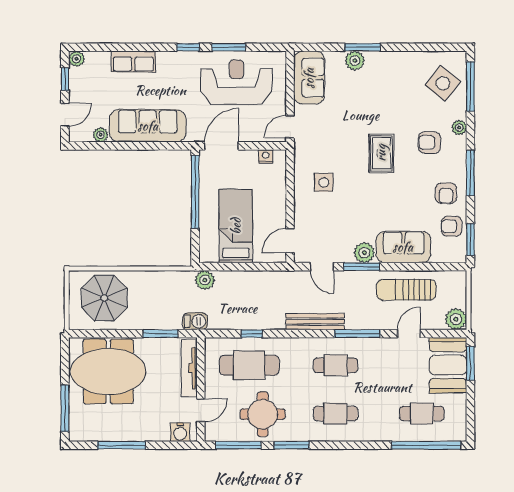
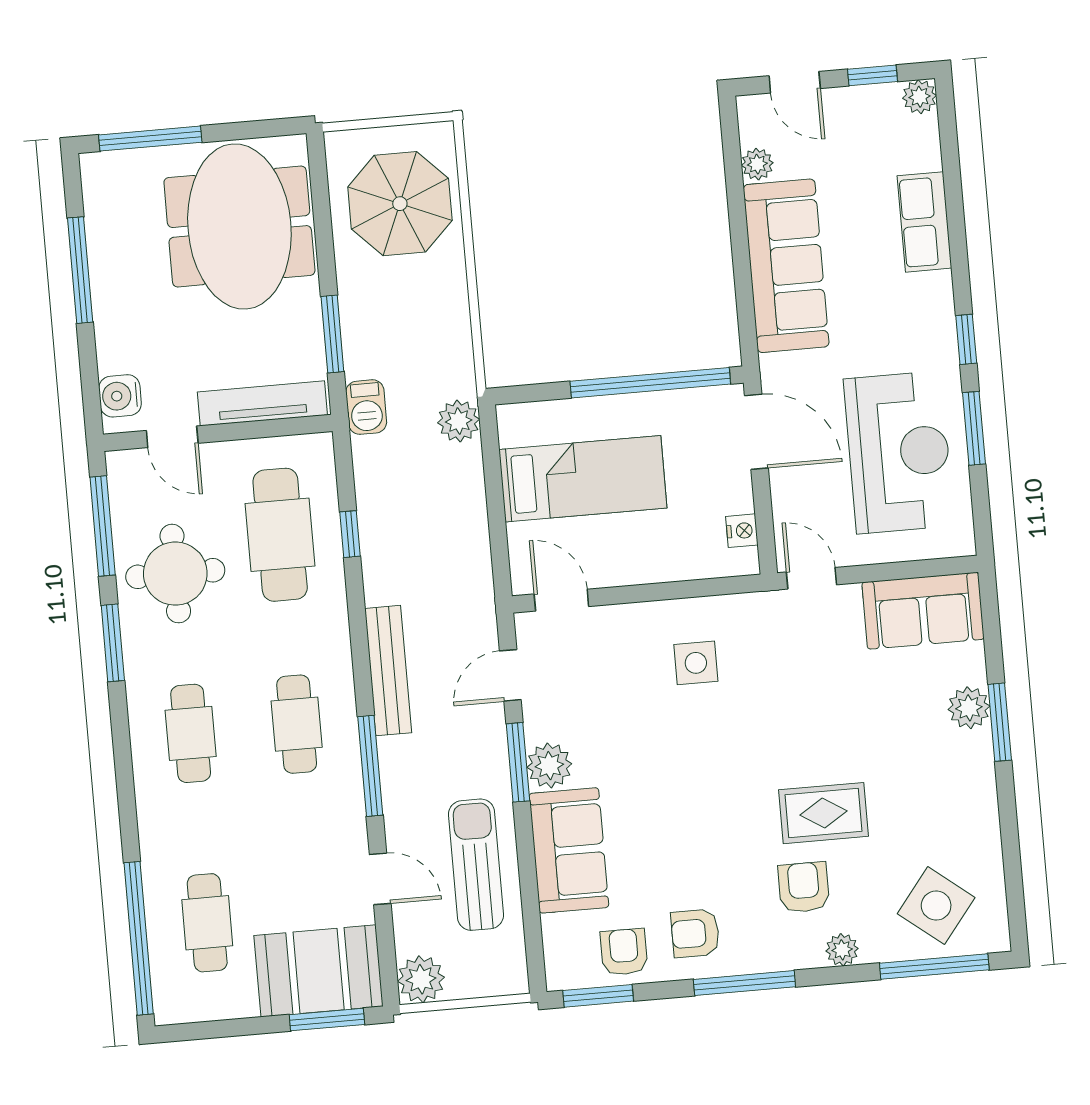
rug: (381, 153) -> (824, 813), moved

